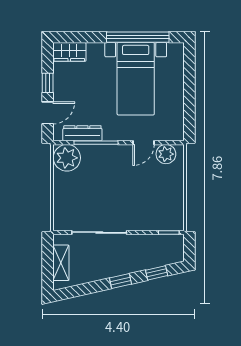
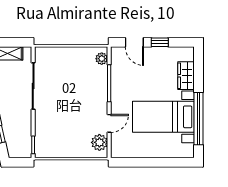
wardrobe: (69, 52) -> (186, 76), moved
dresser: (82, 133) -> (117, 72), removed
door: (143, 143) -> (109, 123), swing flipped
plant: (67, 158) -> (102, 59), width x0.53, depth x0.53

